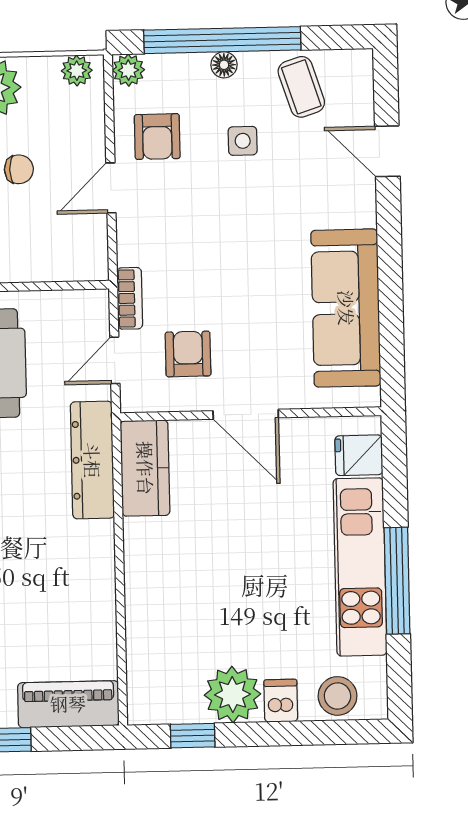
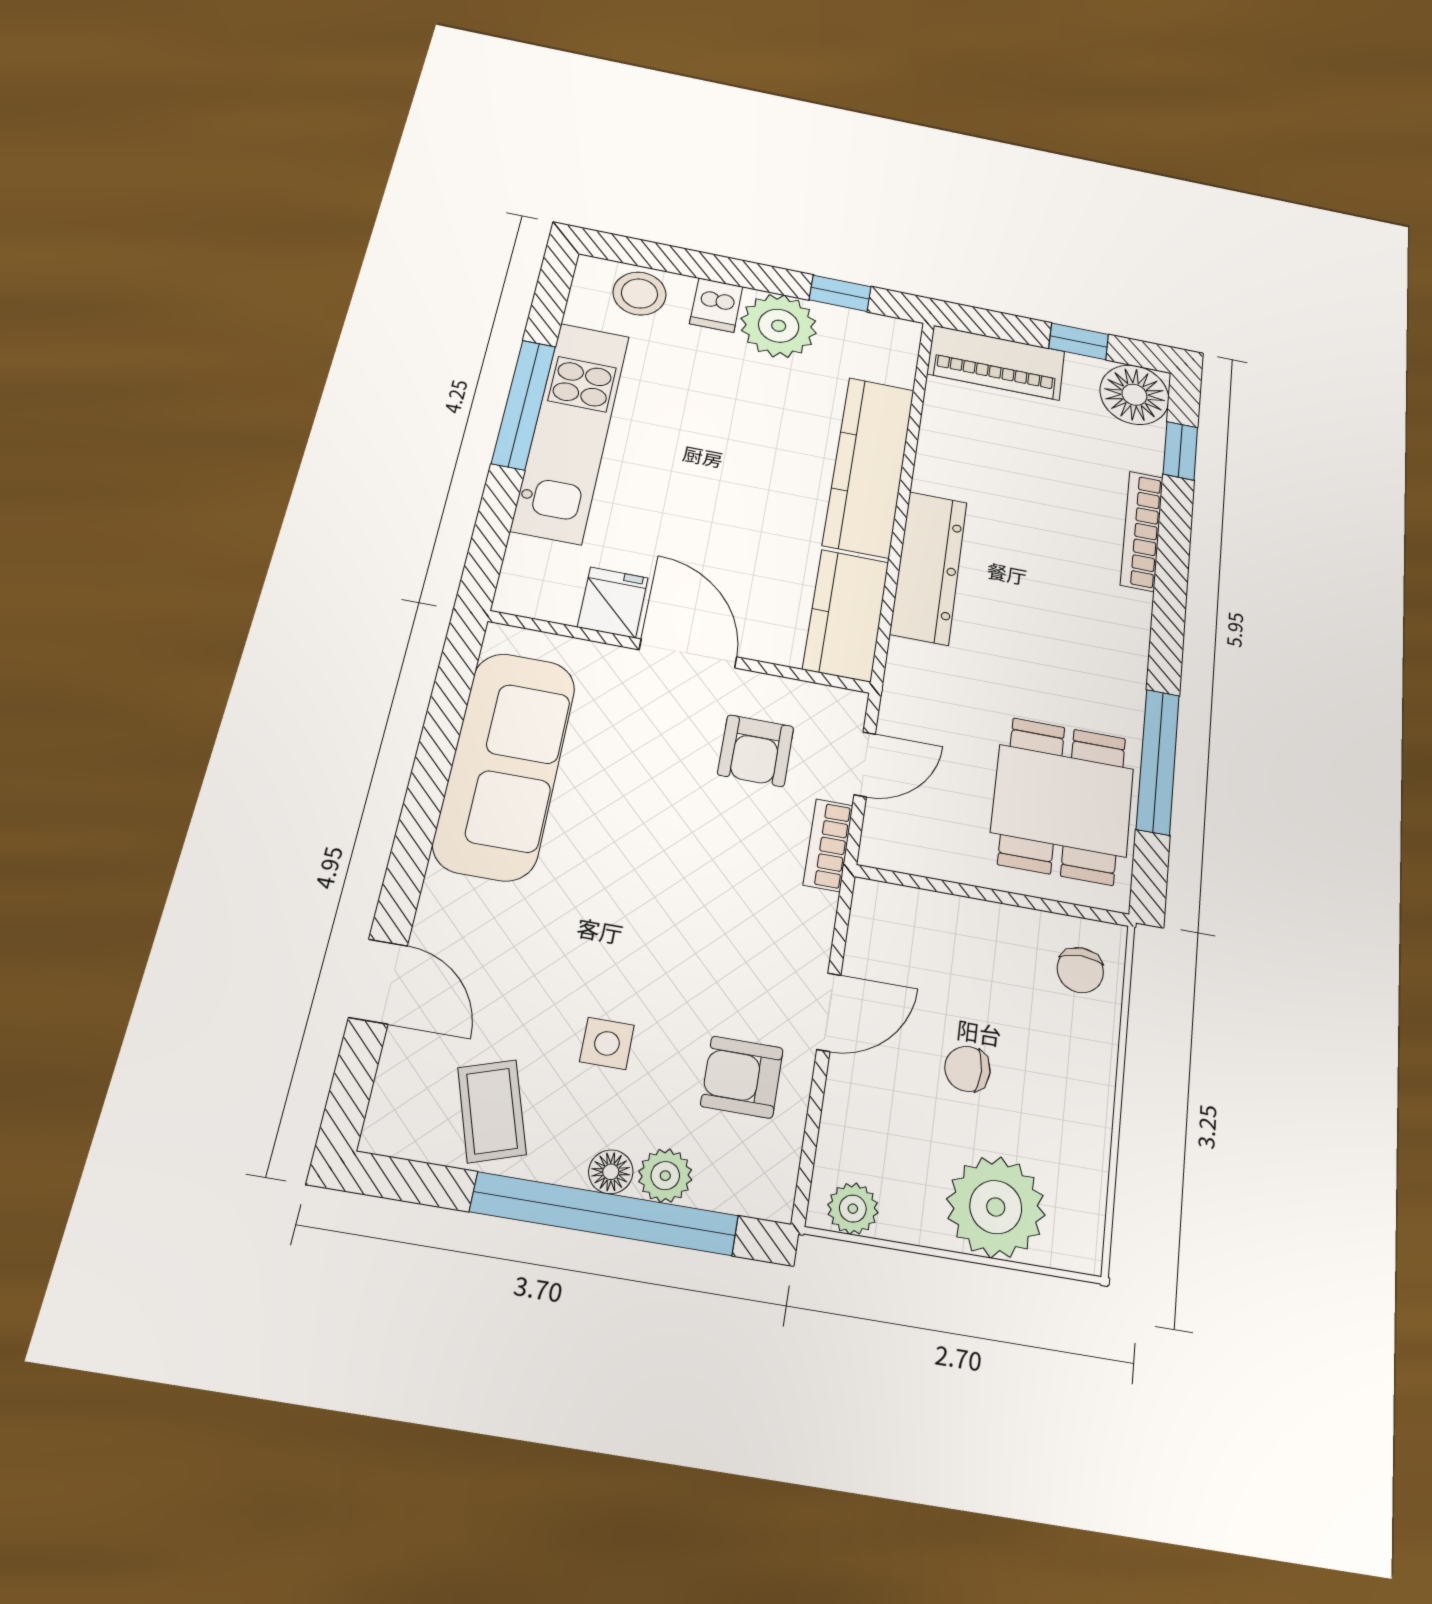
plant: (128, 70) -> (665, 1176), moved
armchair: (157, 137) -> (742, 1077), turned -90
fridge: (359, 455) -> (613, 602), moved, turned -90
dresser: (92, 460) -> (929, 568), moved
kitchen counter: (148, 591) -> (869, 466), added

